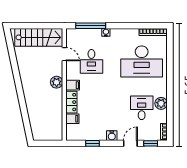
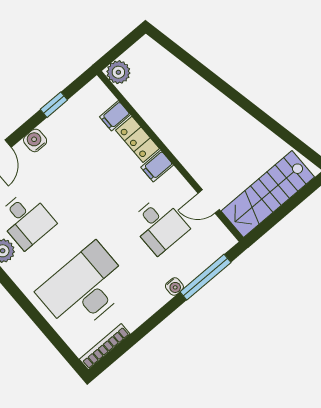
desk: (91, 61) -> (159, 225), turned 180
plant: (57, 82) -> (118, 72), moved

